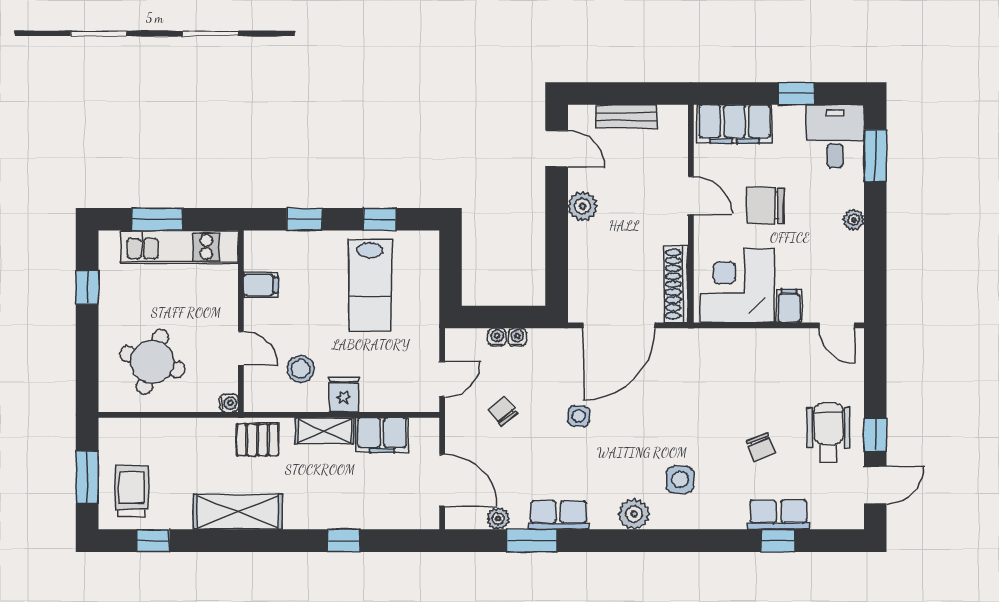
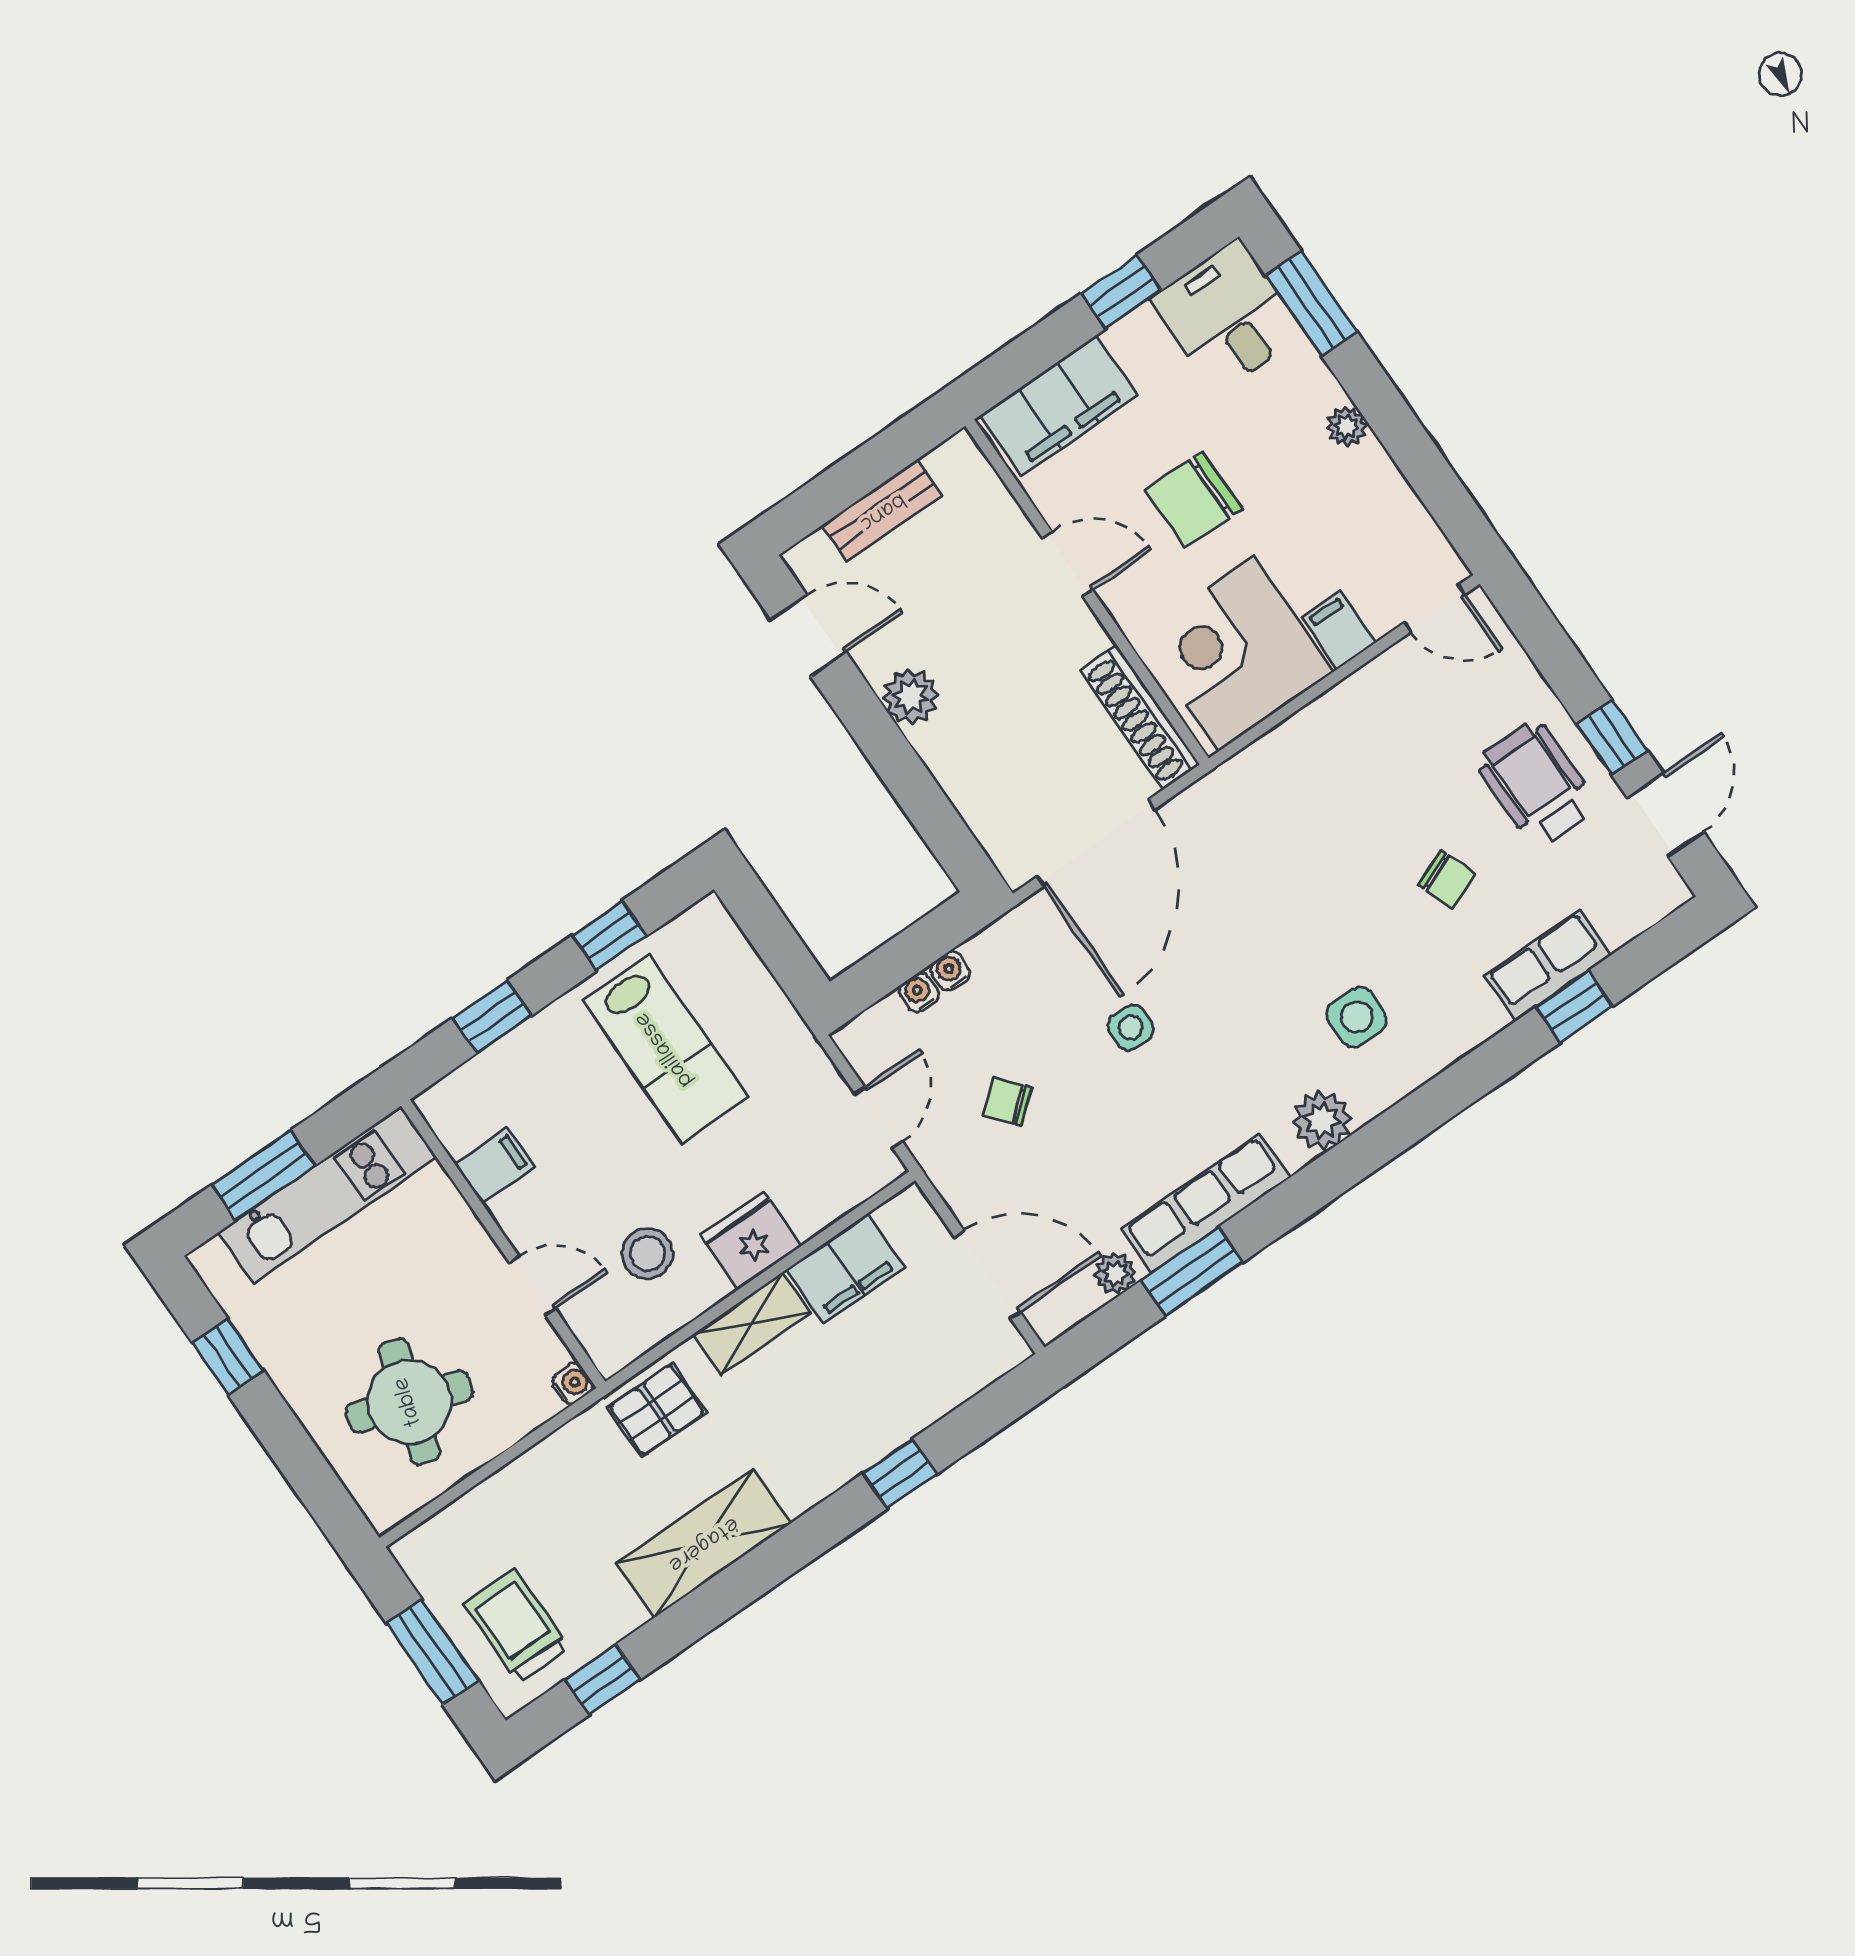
fridge: (344, 395) -> (751, 1241), width x1.38
row of seats: (559, 515) -> (1206, 1203), width x1.48

